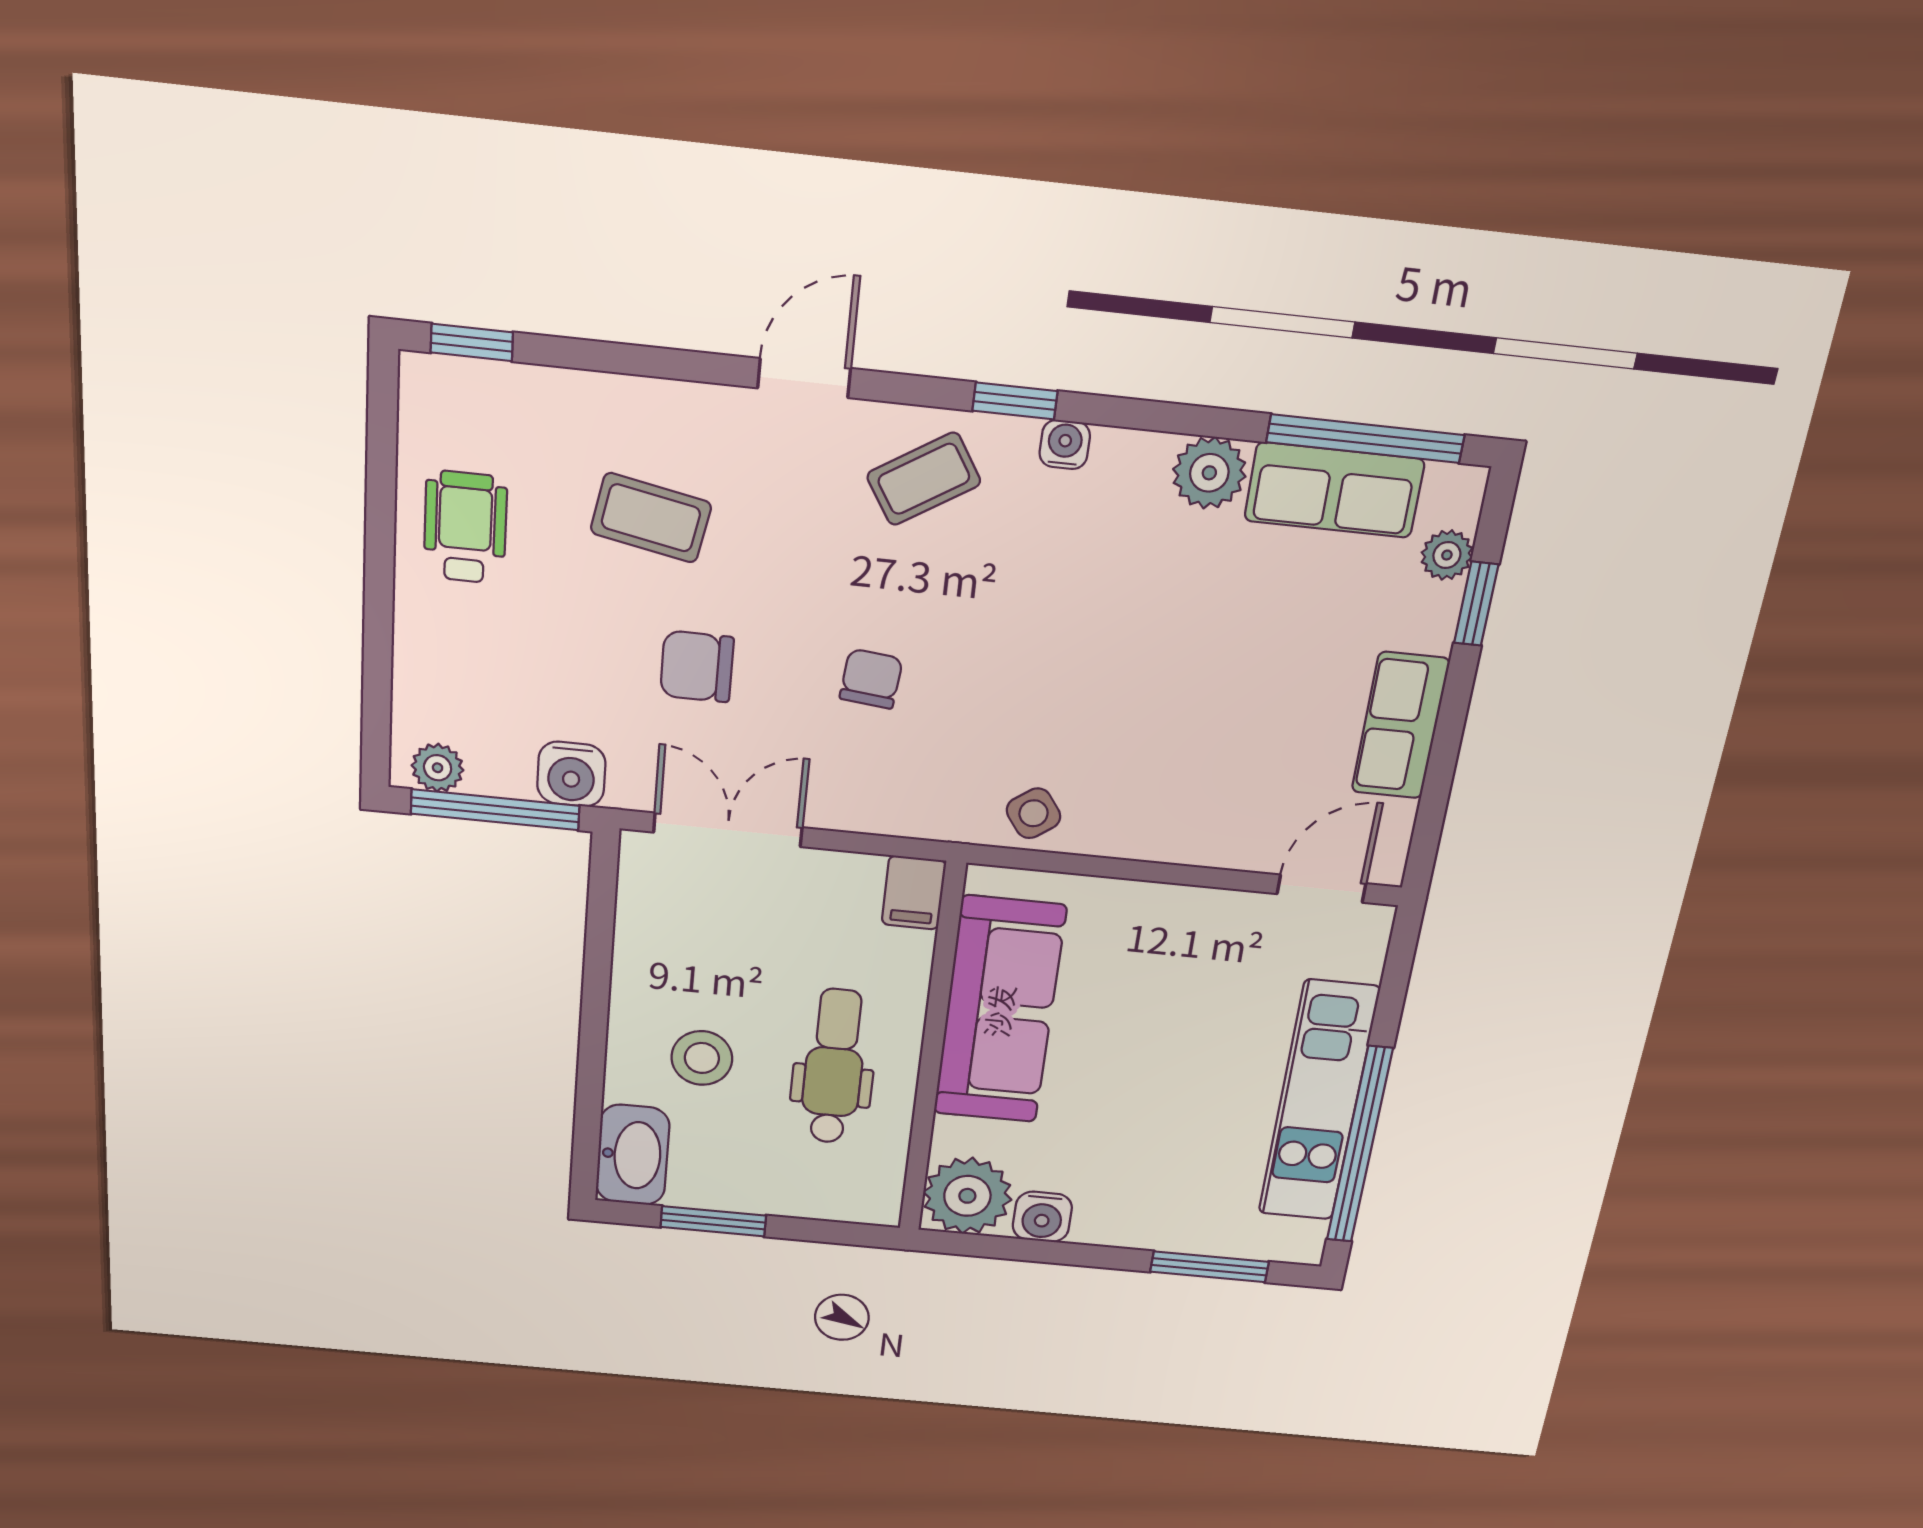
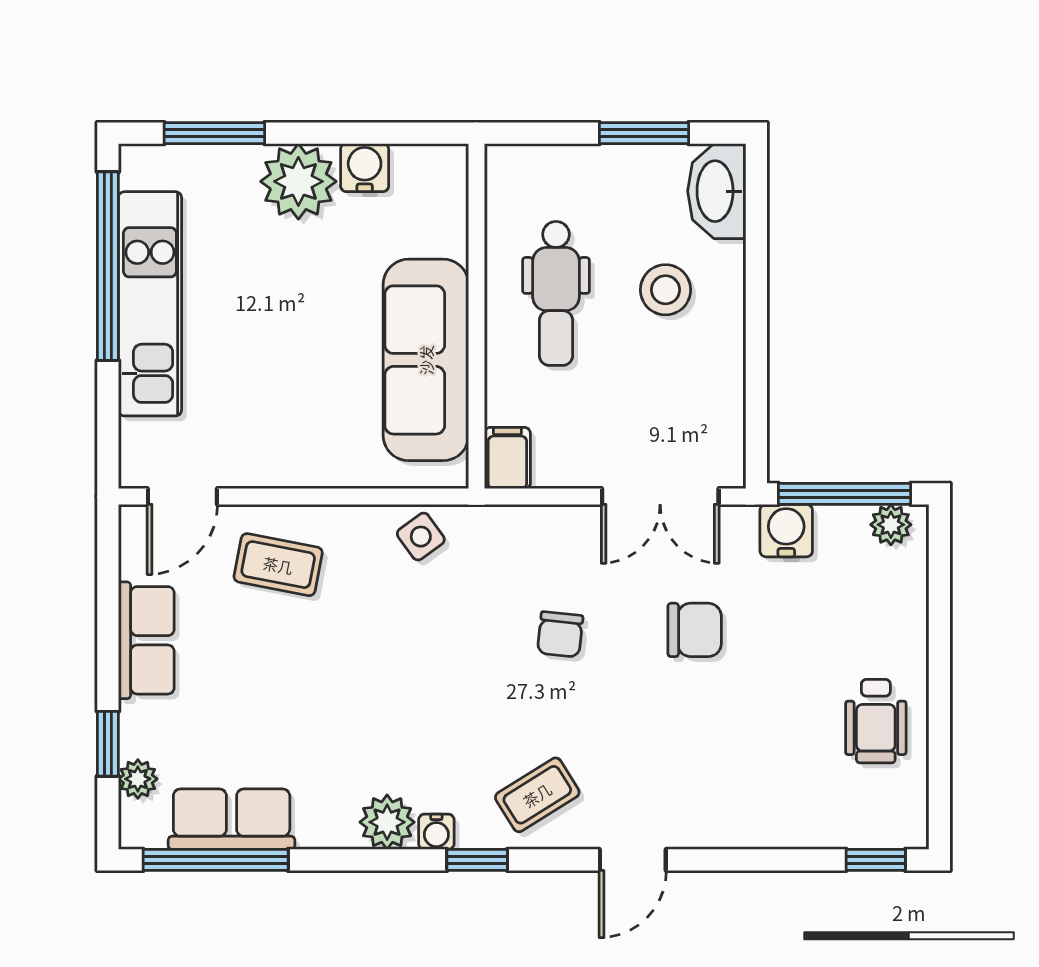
plant: (1209, 473) -> (387, 822), moved
coffee table: (651, 518) -> (278, 565), moved
plant: (967, 1196) -> (298, 181), moved

